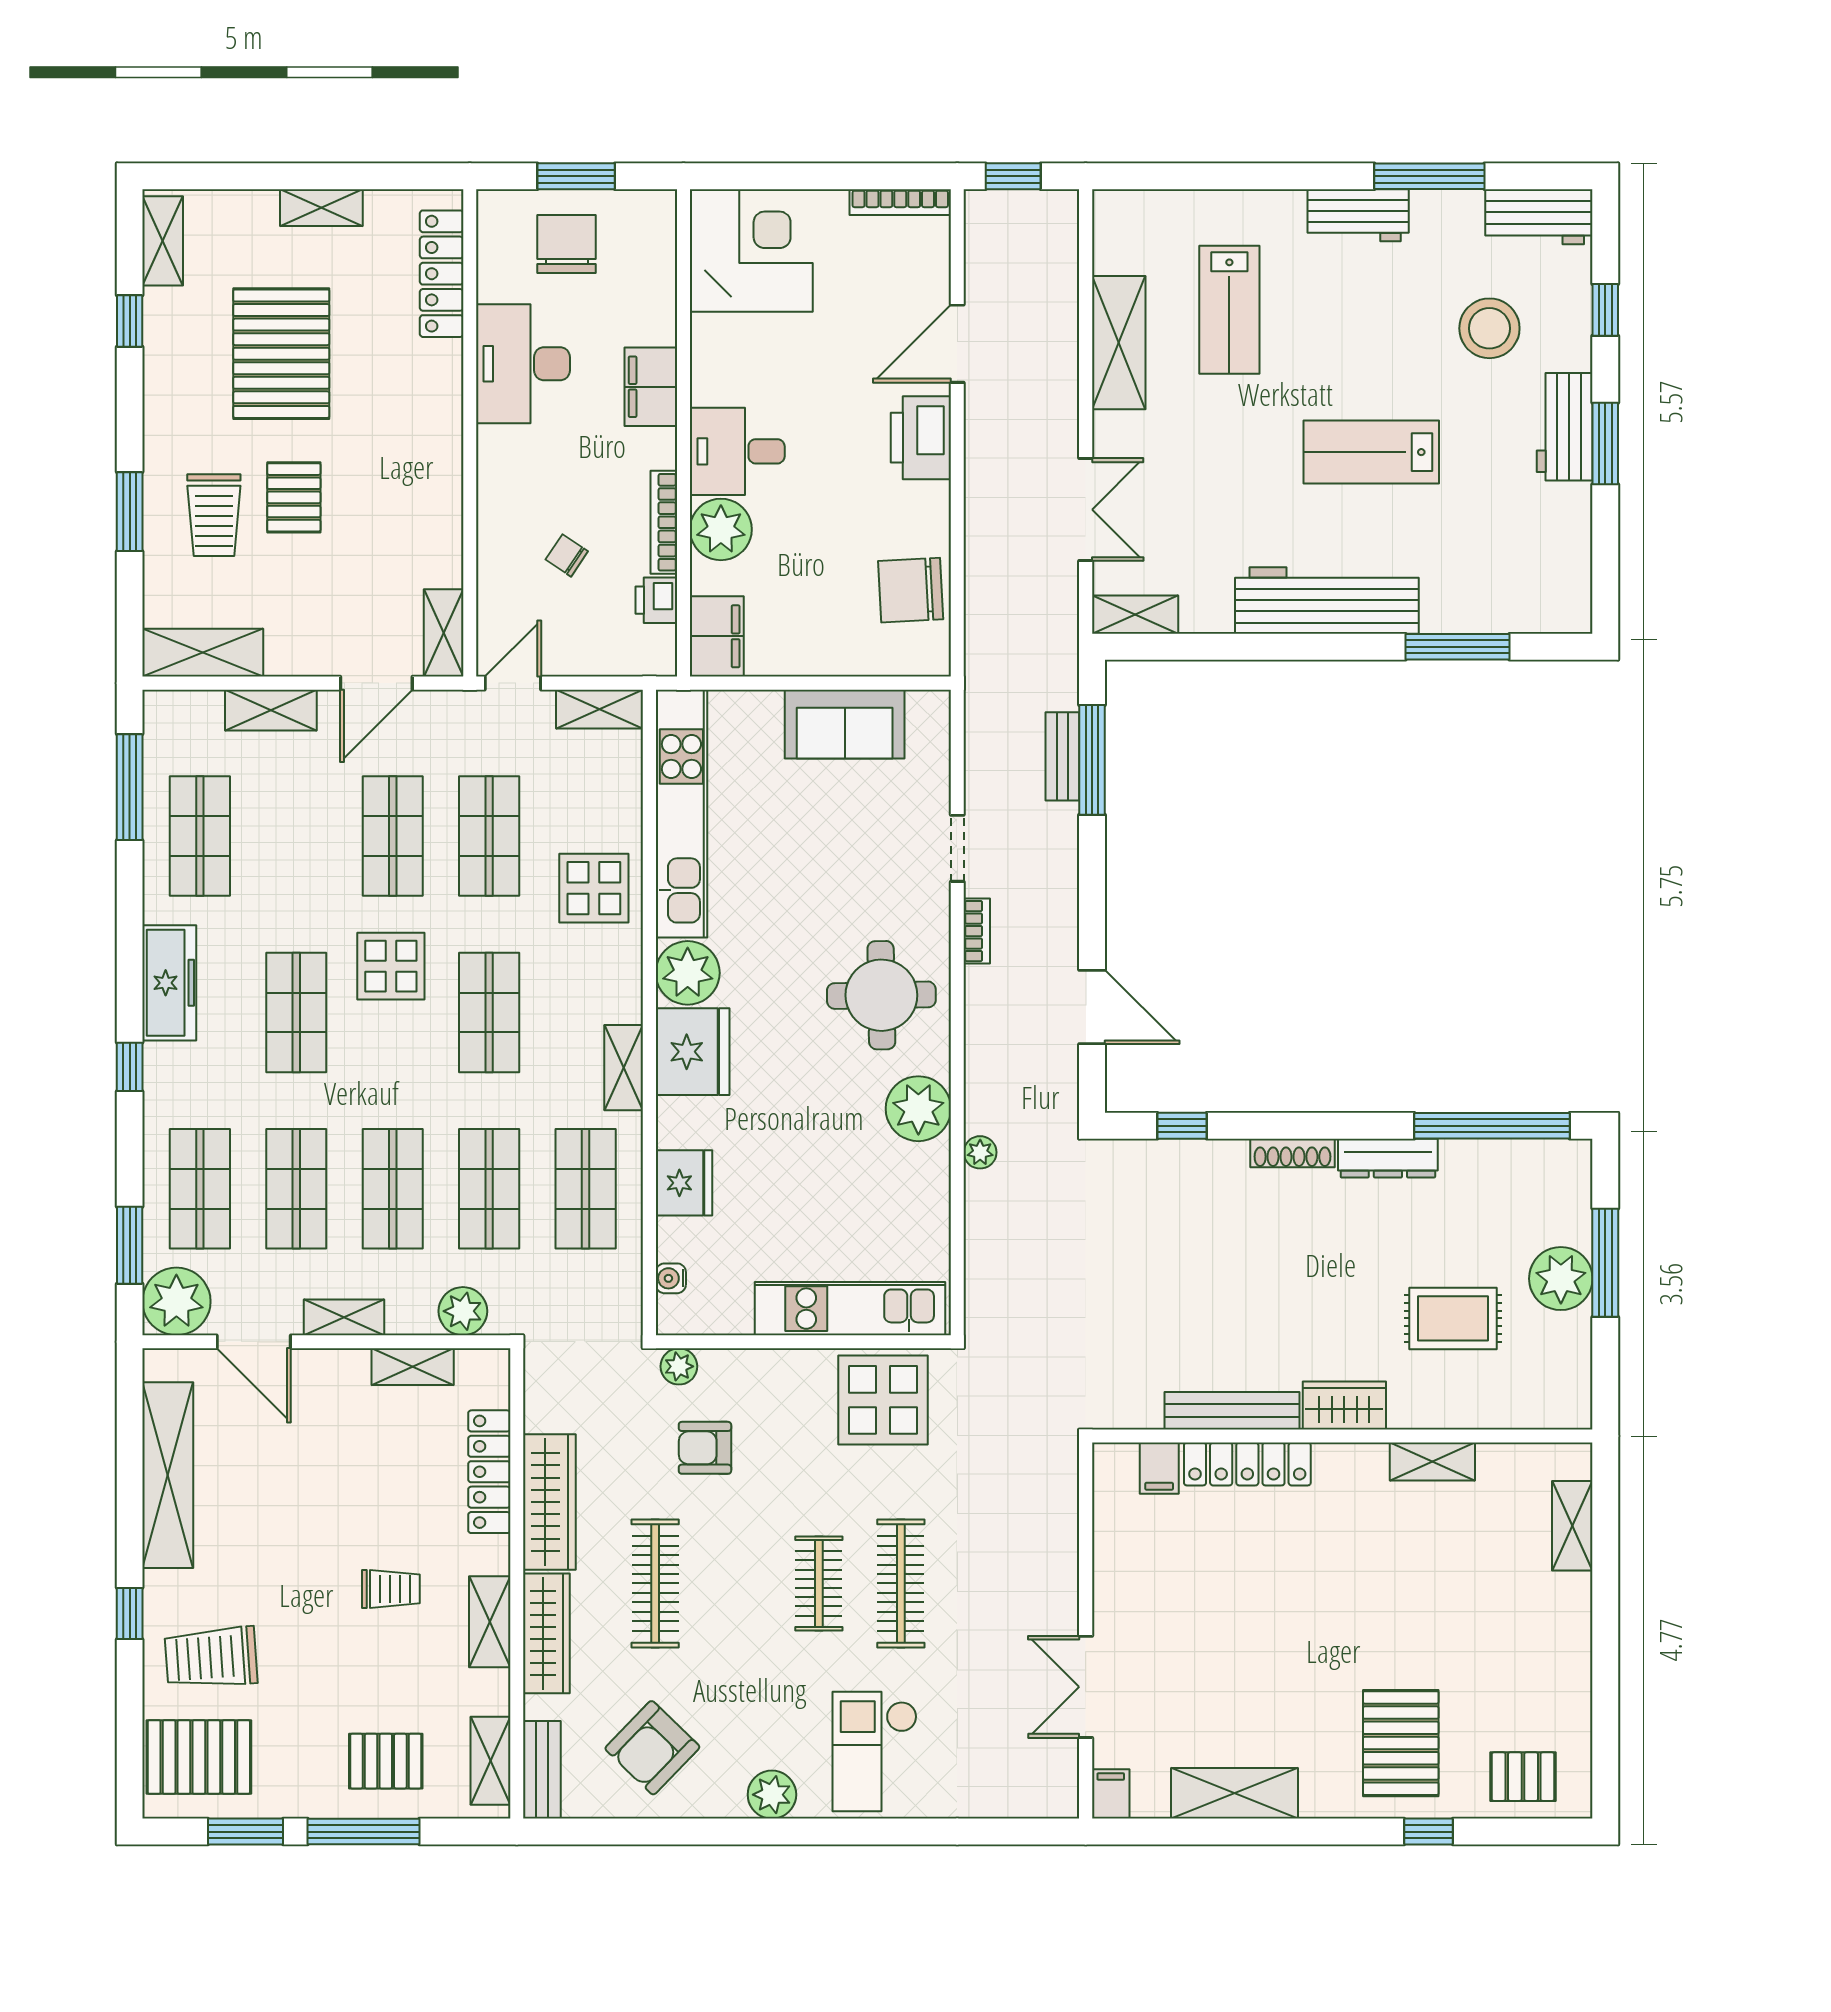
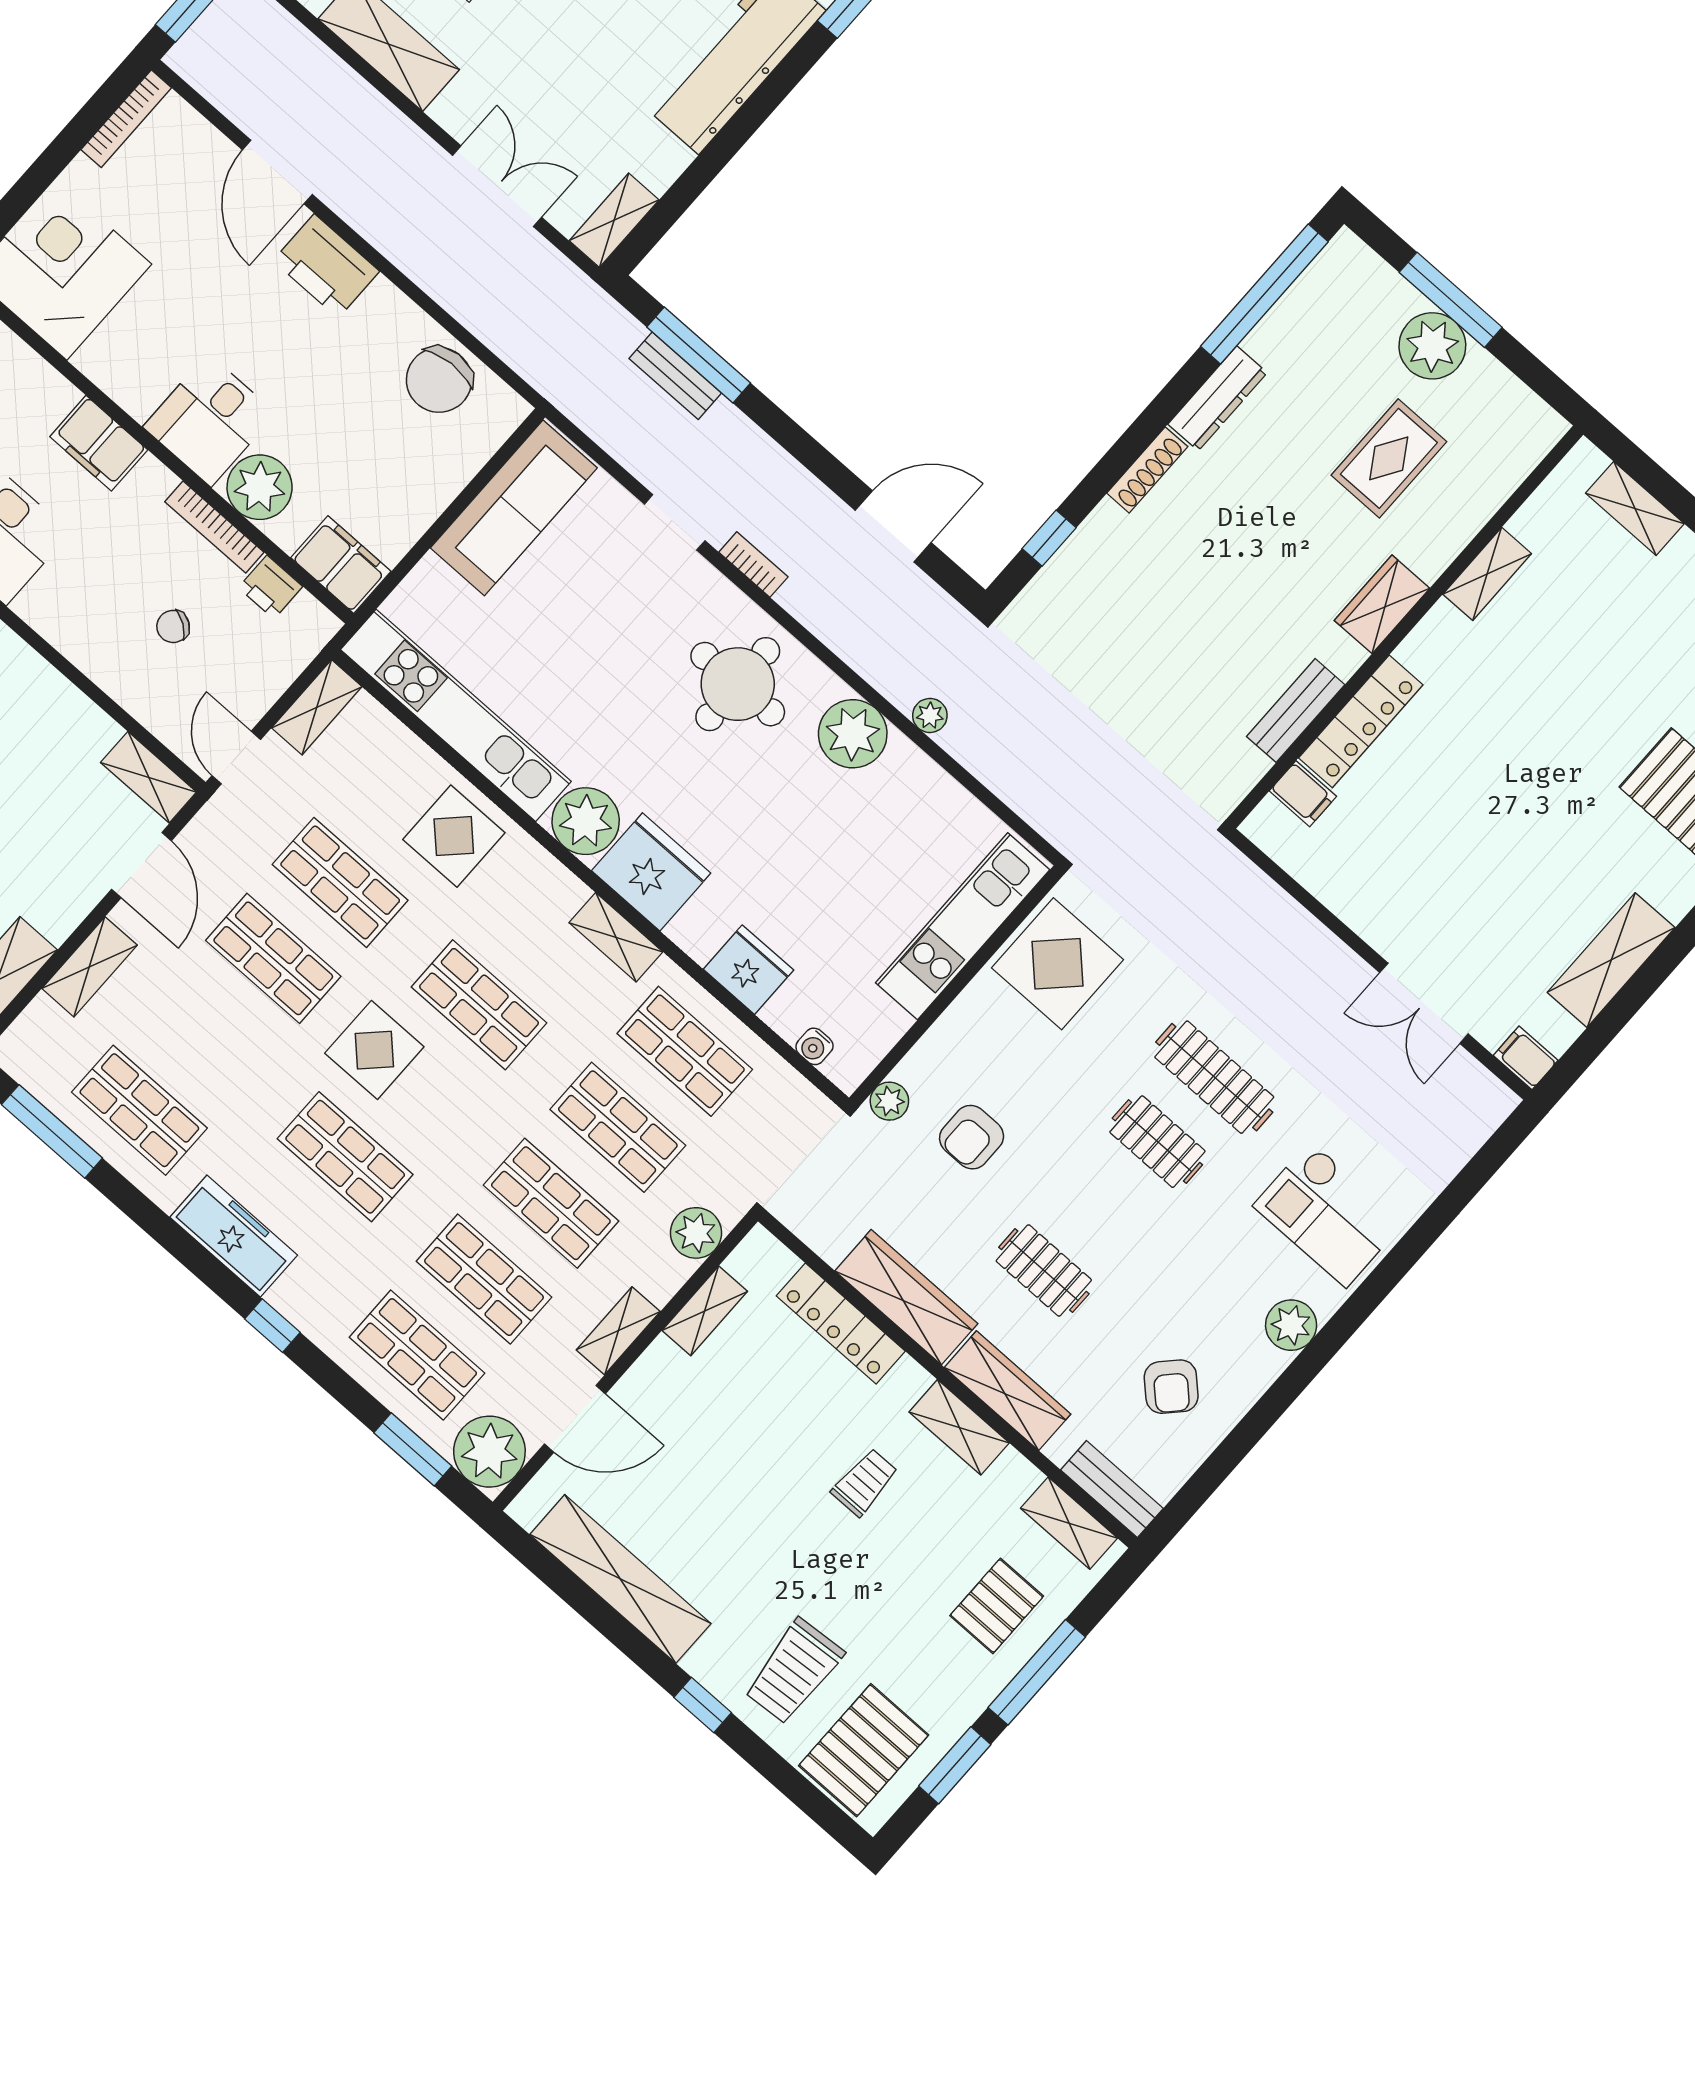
sofa: (845, 724) -> (514, 508), width x1.36
bench: (1232, 1411) -> (1296, 710), width x0.73
clothes rail: (655, 1583) -> (1044, 1270), width x0.73
armchair: (652, 1748) -> (1171, 1387), width x0.72, depth x0.72

